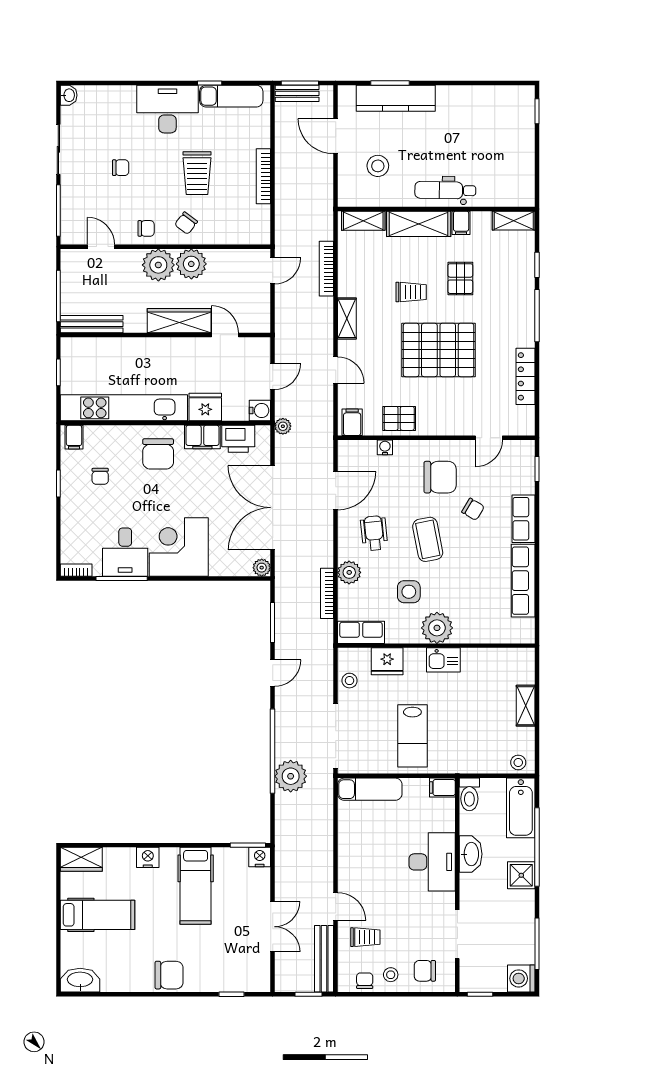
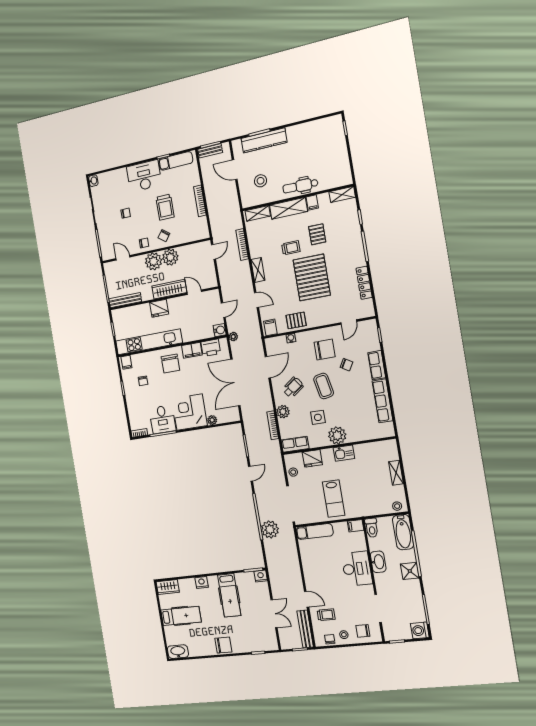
pallet: (439, 350) -> (312, 277), turned 90
fridge: (205, 407) -> (159, 308), moved, turned 180
wheelchair: (374, 533) -> (293, 387), turned 60
plant: (262, 568) -> (212, 420), moved

